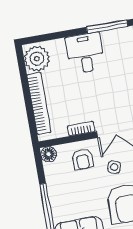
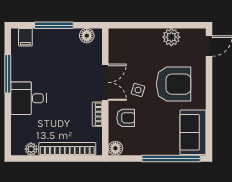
plant: (37, 59) -> (31, 149), width x0.53, depth x0.53

